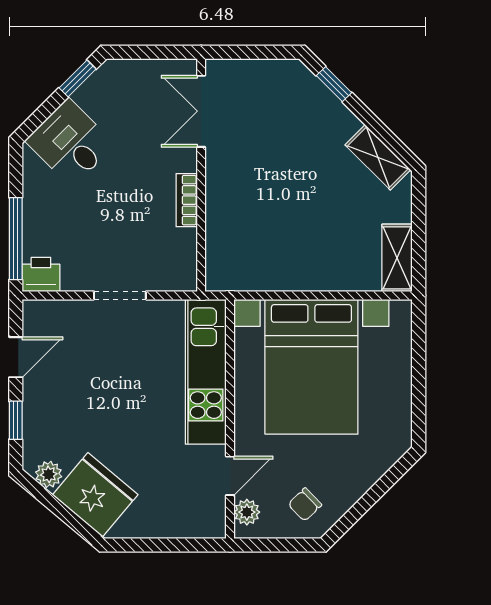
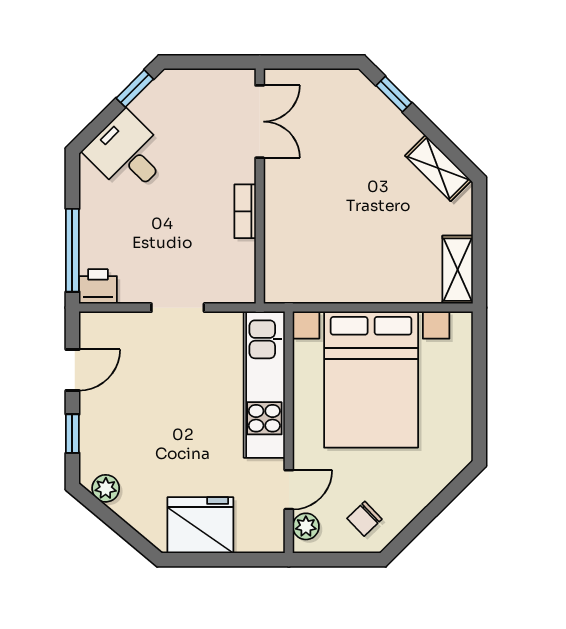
double door: (201, 111) -> (260, 122), swing flipped
fridge: (95, 495) -> (200, 525), moved, turned -40

